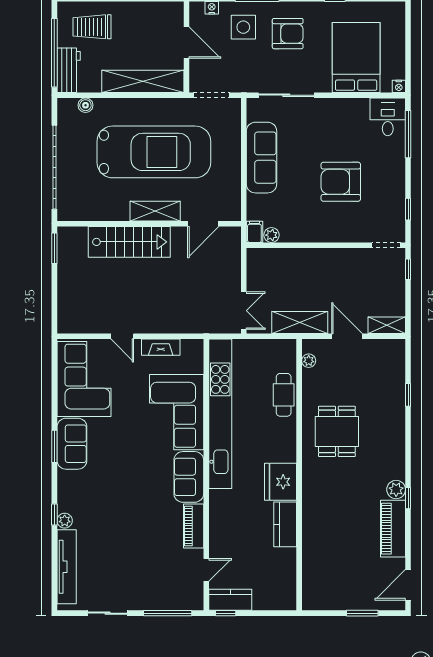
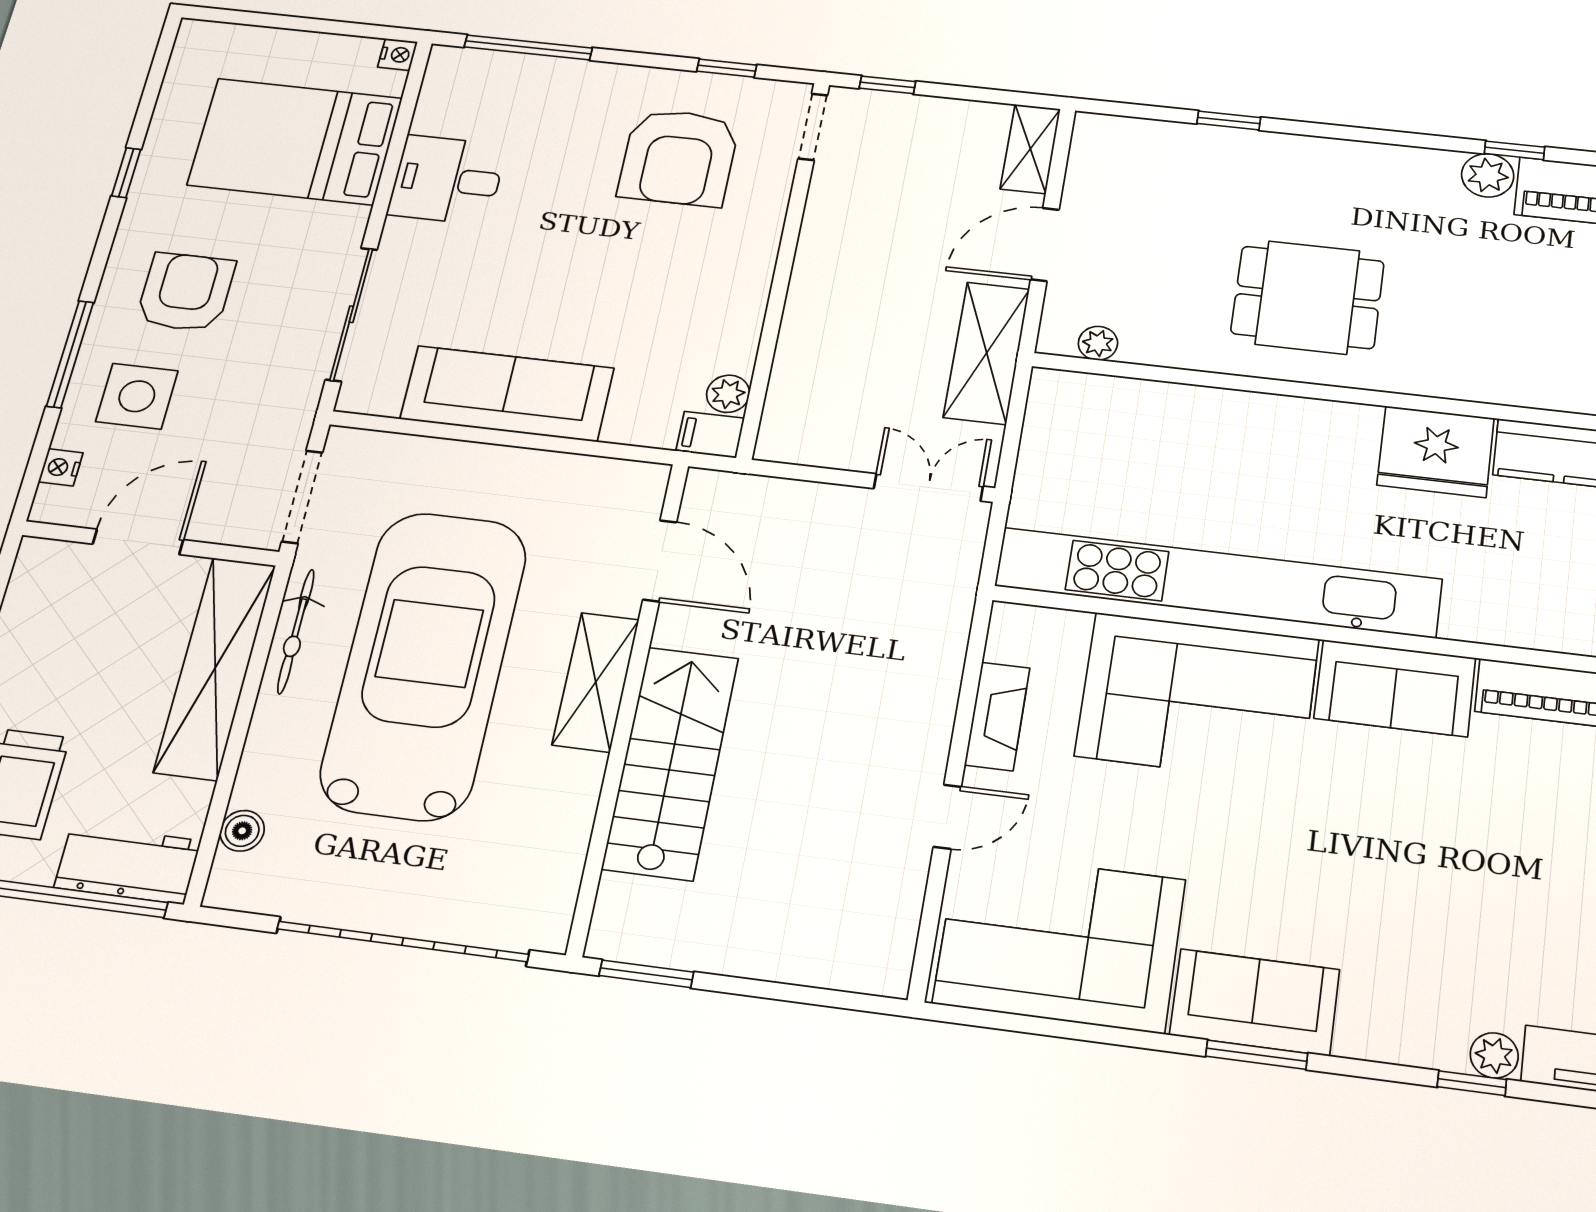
bicycle: (160, 105) -> (296, 631), added
desk: (388, 117) -> (447, 180), moved
armchair: (341, 182) -> (679, 157), moved
cafe table: (284, 395) -> (1186, 415), removed

